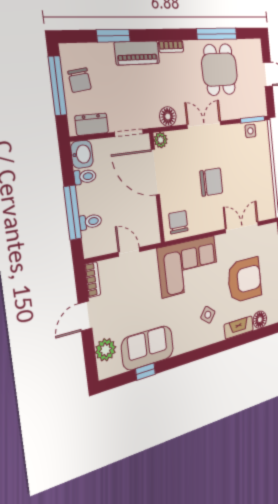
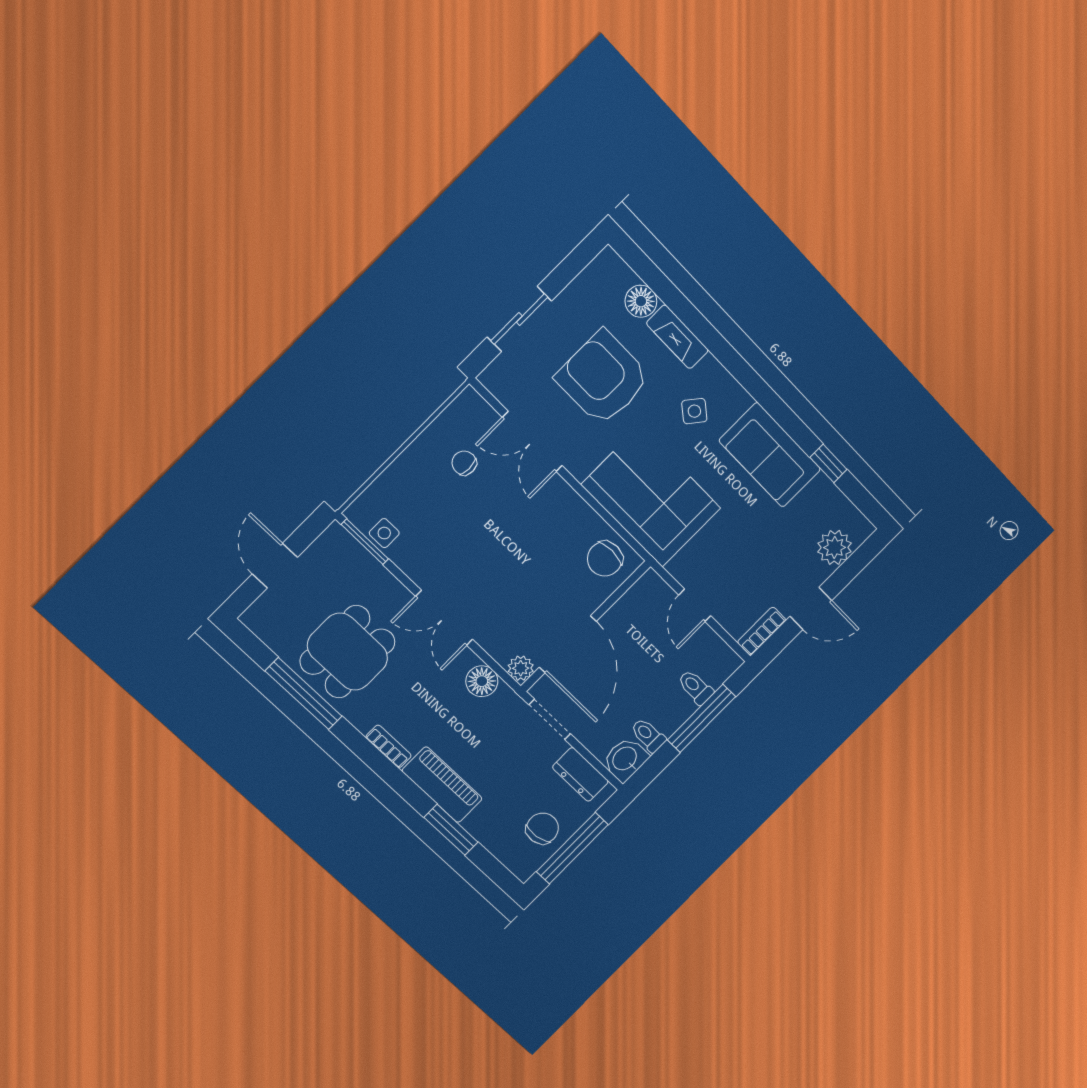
chair: (211, 182) -> (464, 463), moved, width x0.54, depth x0.54
sofa: (148, 348) -> (770, 455), moved

